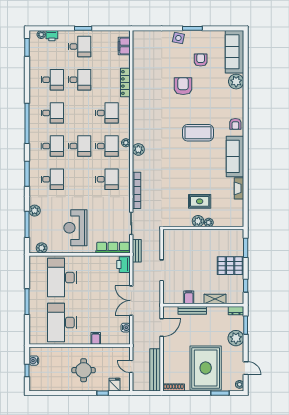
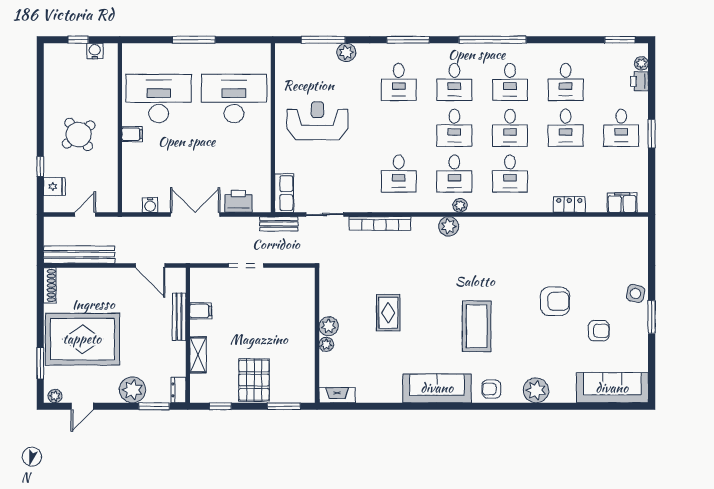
plant: (236, 82) -> (536, 390), moved
locker: (125, 83) -> (569, 204), width x0.66
desk: (80, 113) -> (510, 128), added
fireplace: (239, 188) -> (337, 395), moved
rug: (200, 201) -> (388, 313), moved
plant: (42, 248) -> (284, 64), removed
row of seats: (113, 248) -> (284, 193), width x0.68
printer: (123, 265) -> (238, 201), moved
filing cabinet: (96, 338) -> (132, 134), moved
round table: (84, 370) -> (79, 134), turned -38

